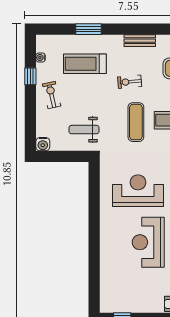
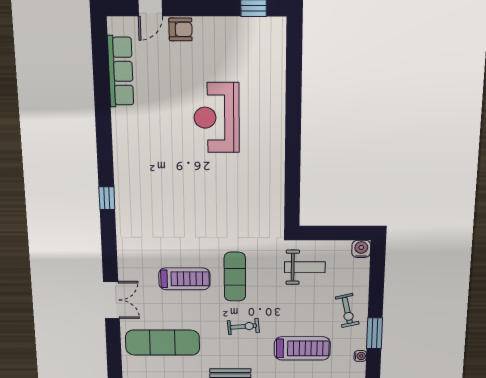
window: (30, 76) -> (374, 333), width x1.50
reception desk: (138, 191) -> (232, 188), removed
reception desk: (148, 242) -> (217, 118), turned 180

